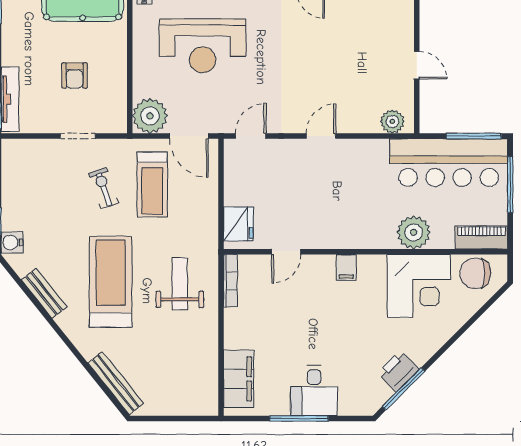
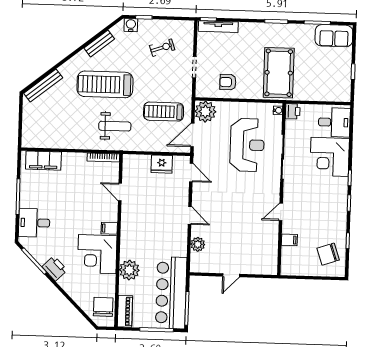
reception desk: (203, 46) -> (247, 145), turned 180
armchair: (75, 76) -> (228, 82), moved
plant: (392, 122) -> (198, 244), moved
exercise bike: (104, 188) -> (162, 48), moved
fridge: (238, 224) -> (162, 164), moved
treadmill: (111, 282) -> (105, 84), turned 180
weight bench: (180, 284) -> (115, 126), moved
corner desk: (419, 286) -> (97, 254), moved
printer: (398, 371) -> (55, 268), moved
desk: (314, 391) -> (34, 223), moved

